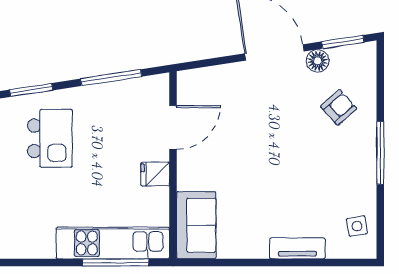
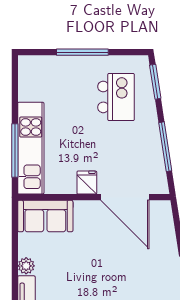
door: (173, 127) -> (125, 197), width x1.36
kitchen island: (50, 138) -> (116, 97), turned -90
plant: (257, 249) -> (26, 266), added

